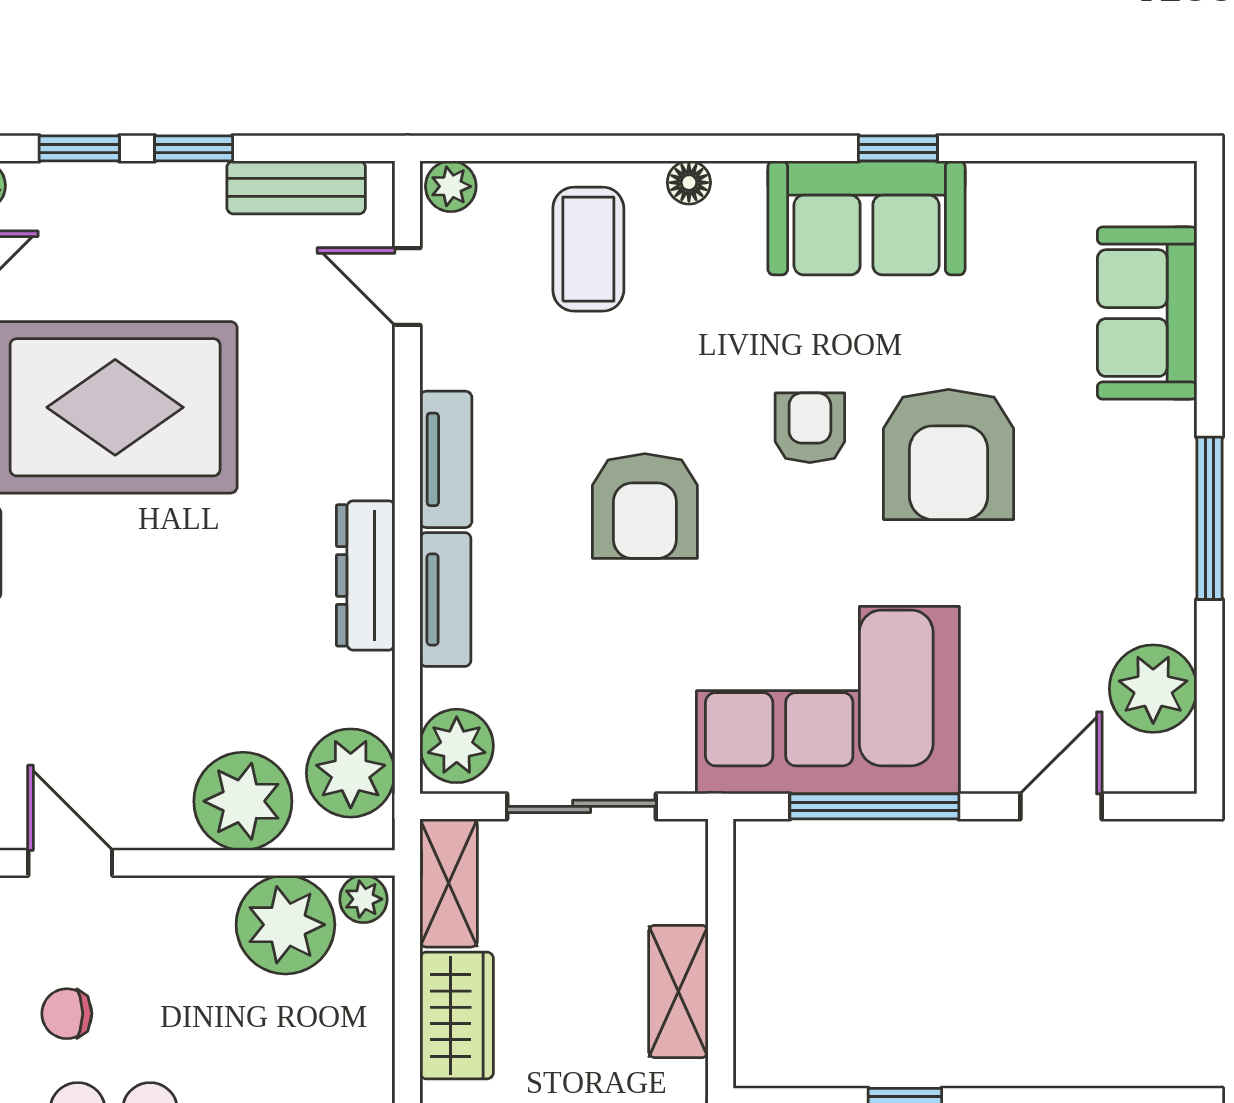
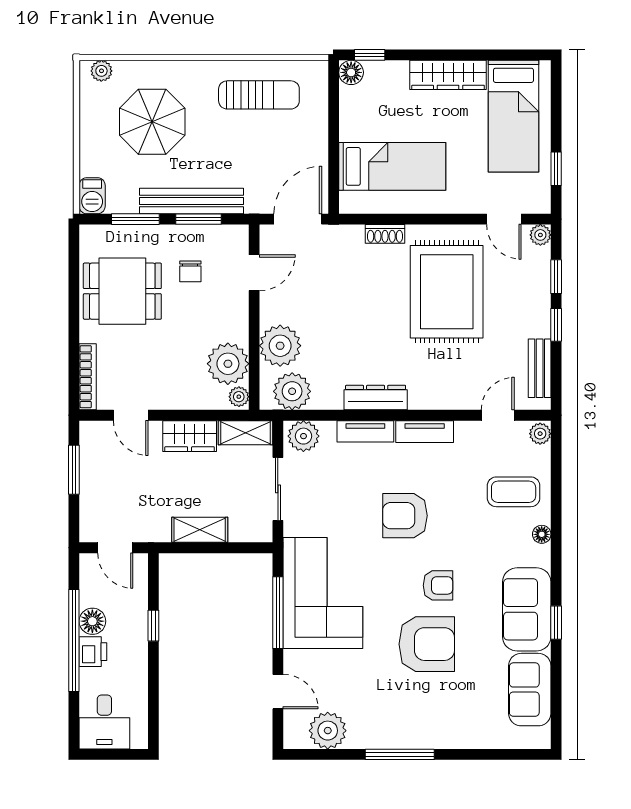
sofa: (1147, 313) -> (530, 690), moved, turned -90
armchair: (949, 454) -> (427, 644), turned 180
chair: (67, 1014) -> (190, 271), turned 180

